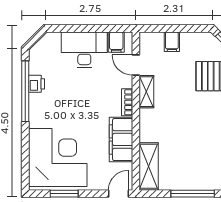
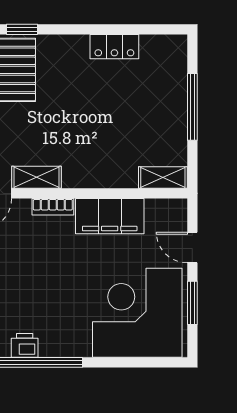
shelving: (149, 166) -> (163, 177), width x0.67, depth x0.75
door: (118, 194) -> (192, 247), moved

